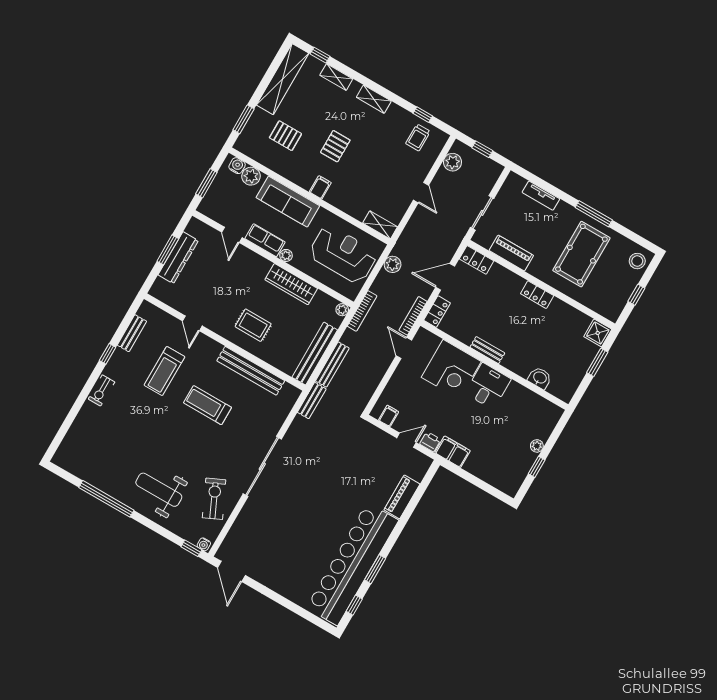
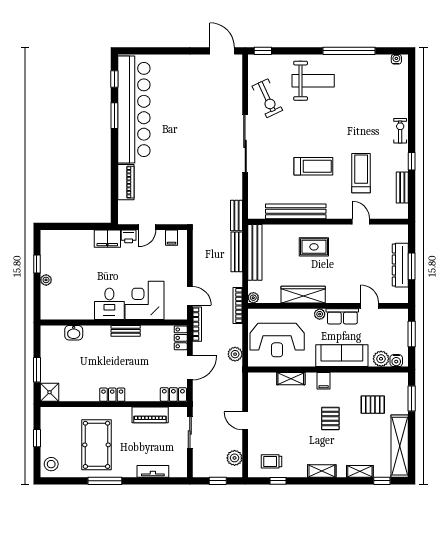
trolley: (418, 137) -> (272, 461), turned -90
shelving: (380, 225) -> (291, 379), moved
water cooler: (204, 544) -> (396, 59), moved

